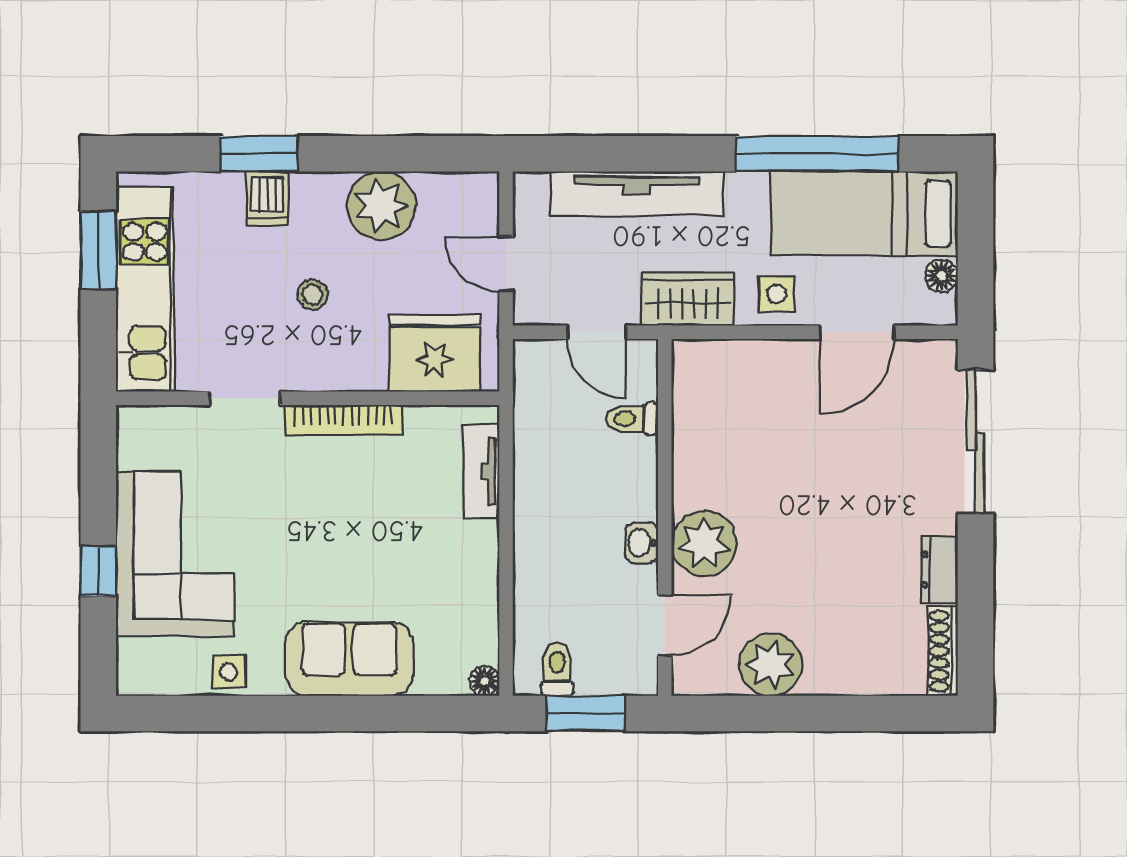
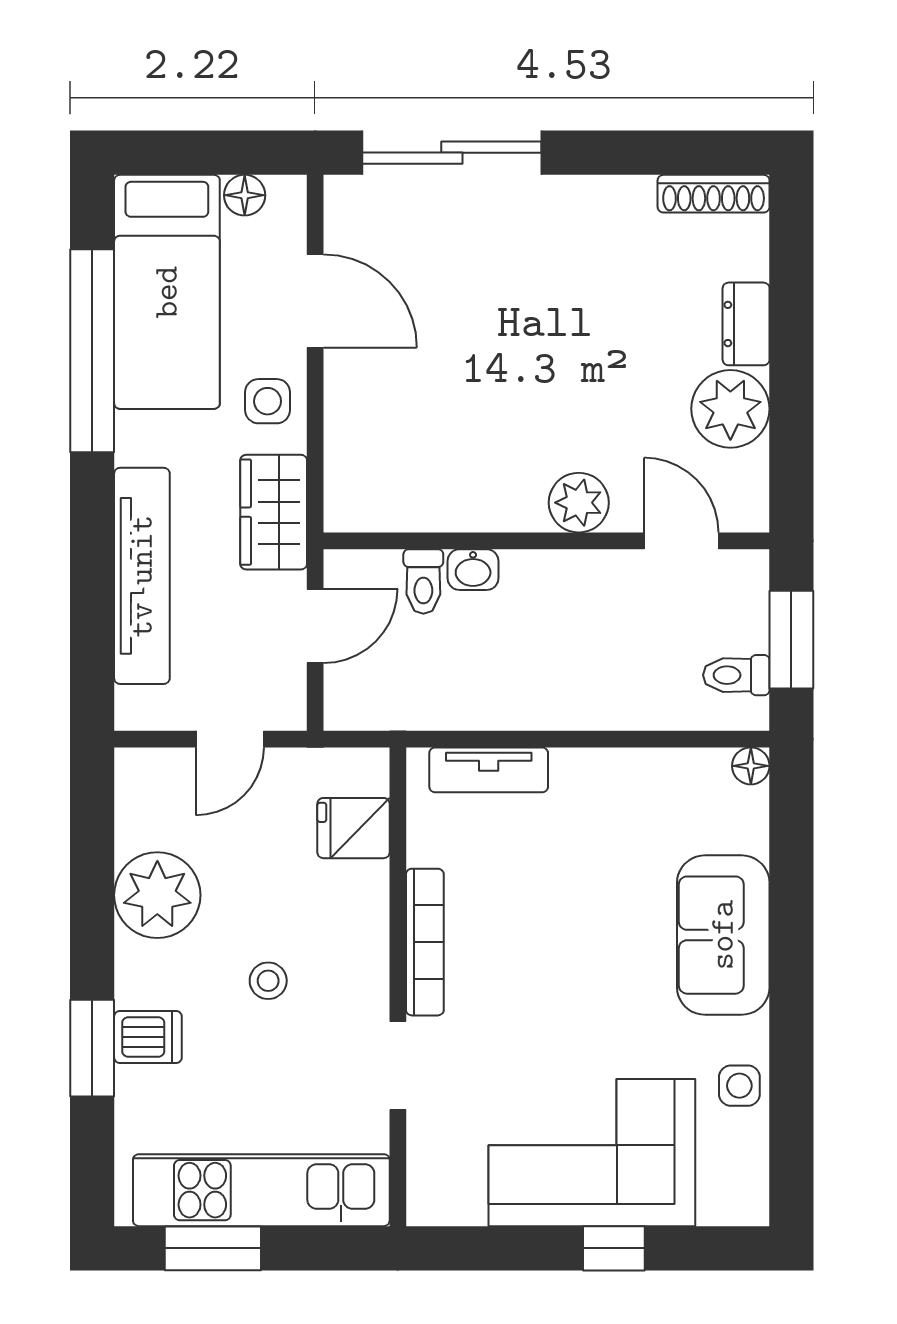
fridge: (435, 353) -> (354, 828), width x0.53, depth x0.75
washbasin: (642, 543) -> (473, 570), moved
plant: (704, 543) -> (579, 503), width x0.73, depth x0.73
dresser: (939, 570) -> (746, 324), moved, turned 90

